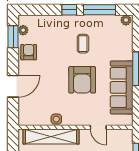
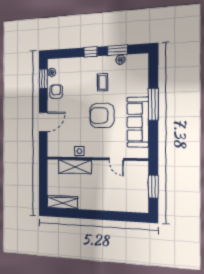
window: (99, 10) -> (117, 50), width x0.69
plant: (126, 20) -> (120, 60), moved
armchair: (82, 80) -> (102, 115), turned 89
shelving: (51, 136) -> (75, 167), width x0.68

